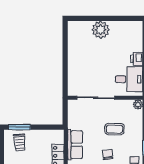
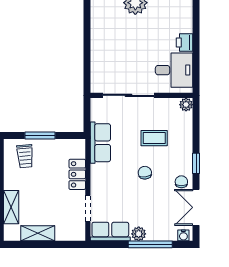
window: (19, 127) -> (40, 135), moved
row of seats: (75, 145) -> (100, 143), moved

